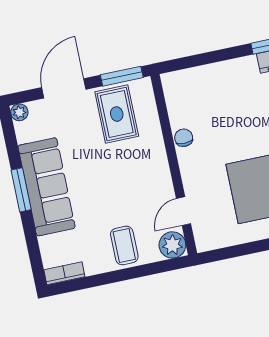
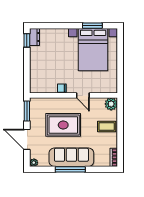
rug: (117, 114) -> (63, 125), moved, width x1.36, depth x1.43
window: (21, 190) -> (70, 169), width x1.44
door: (184, 211) -> (83, 95), moved

